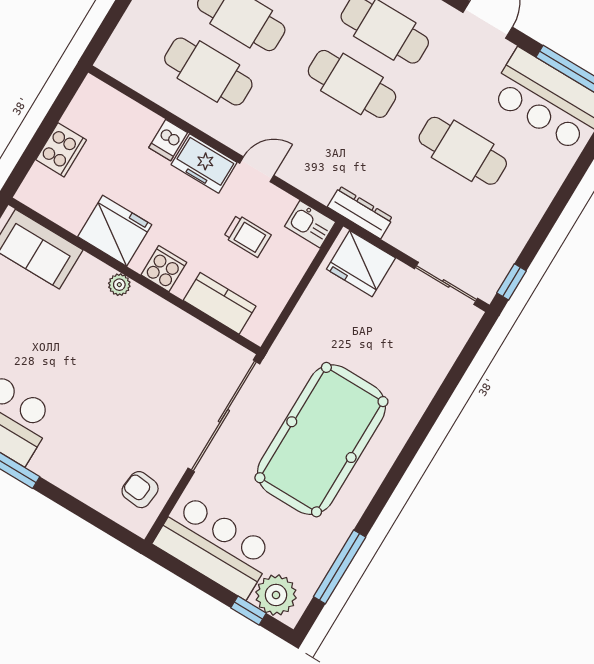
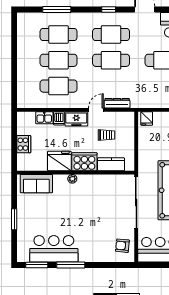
dresser: (360, 212) -> (117, 103), moved
kitchen sink: (310, 224) -> (44, 118), moved
fridge: (361, 264) -> (147, 118), width x0.53, depth x0.75
cooker: (164, 269) -> (84, 162), width x1.87, depth x1.31

